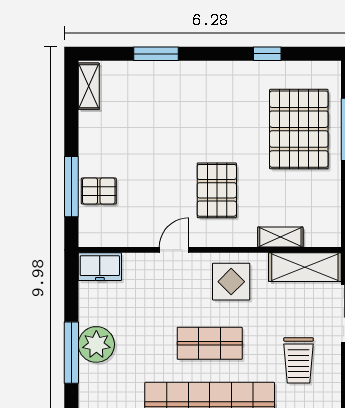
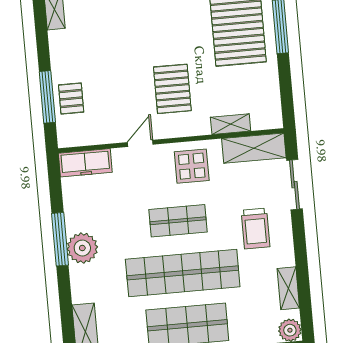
pallet: (99, 191) -> (71, 98), turned 90
freezer: (100, 267) -> (85, 163), width x1.40
plant: (96, 344) -> (82, 248), moved

